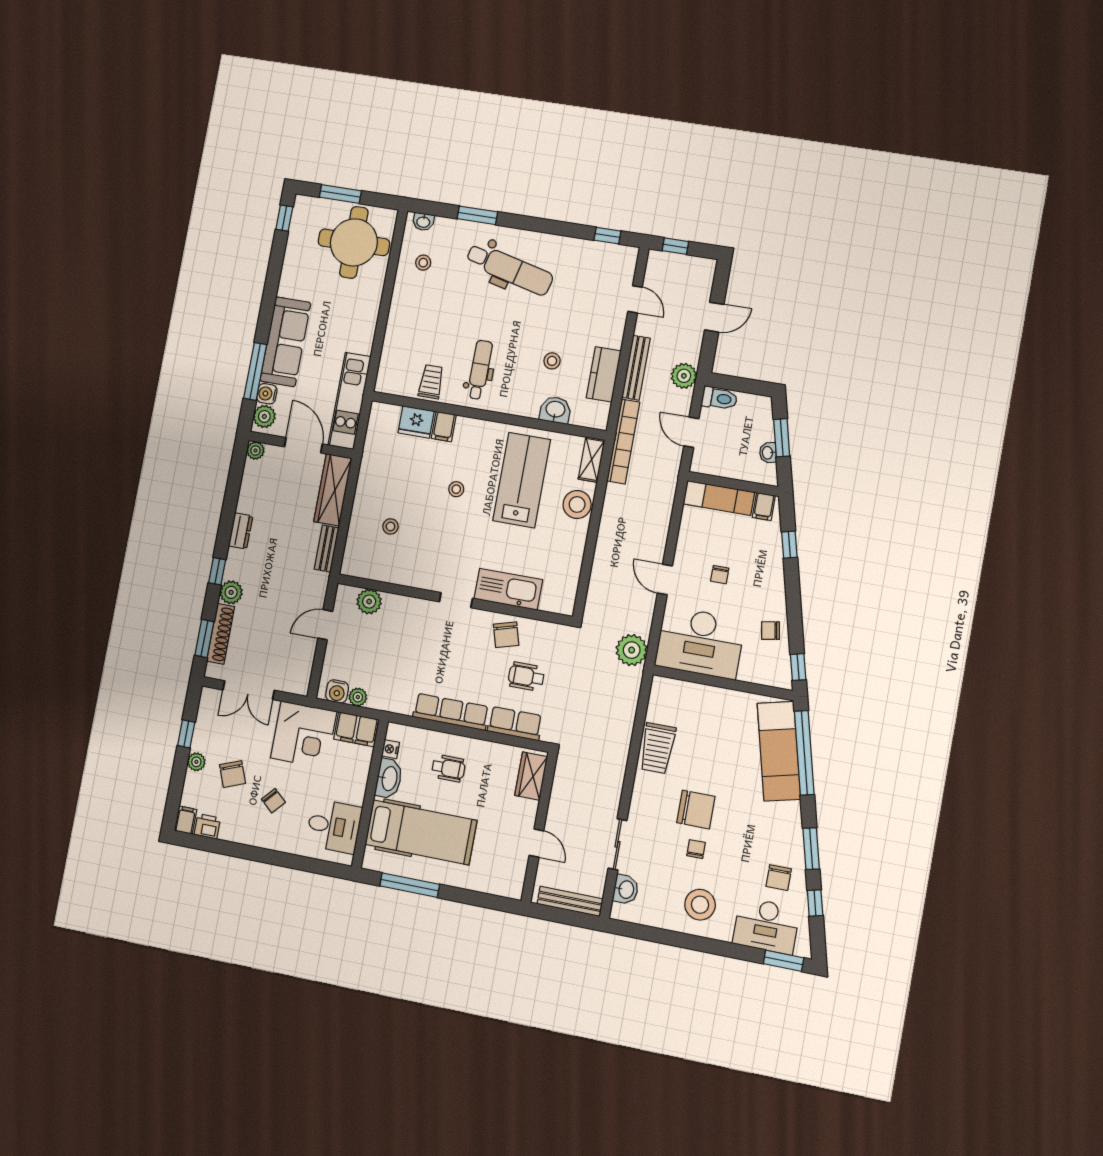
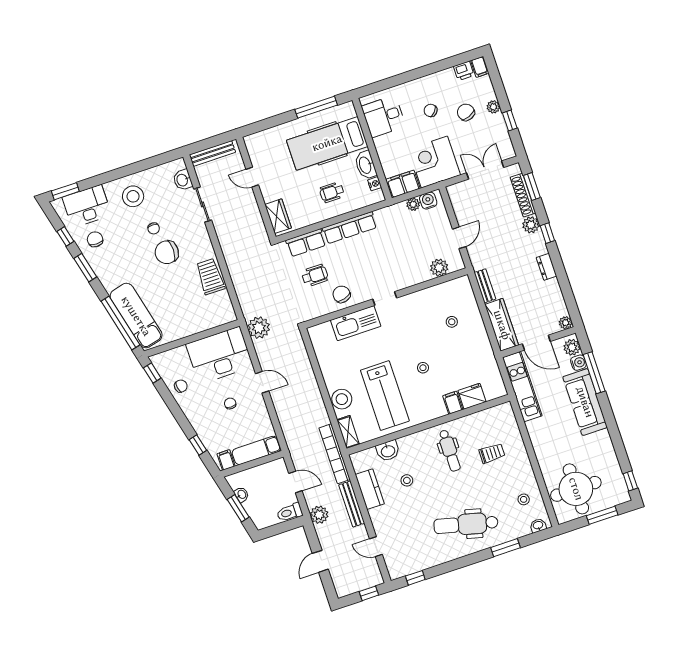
trolley: (431, 382) -> (492, 453), moved, turned -90

